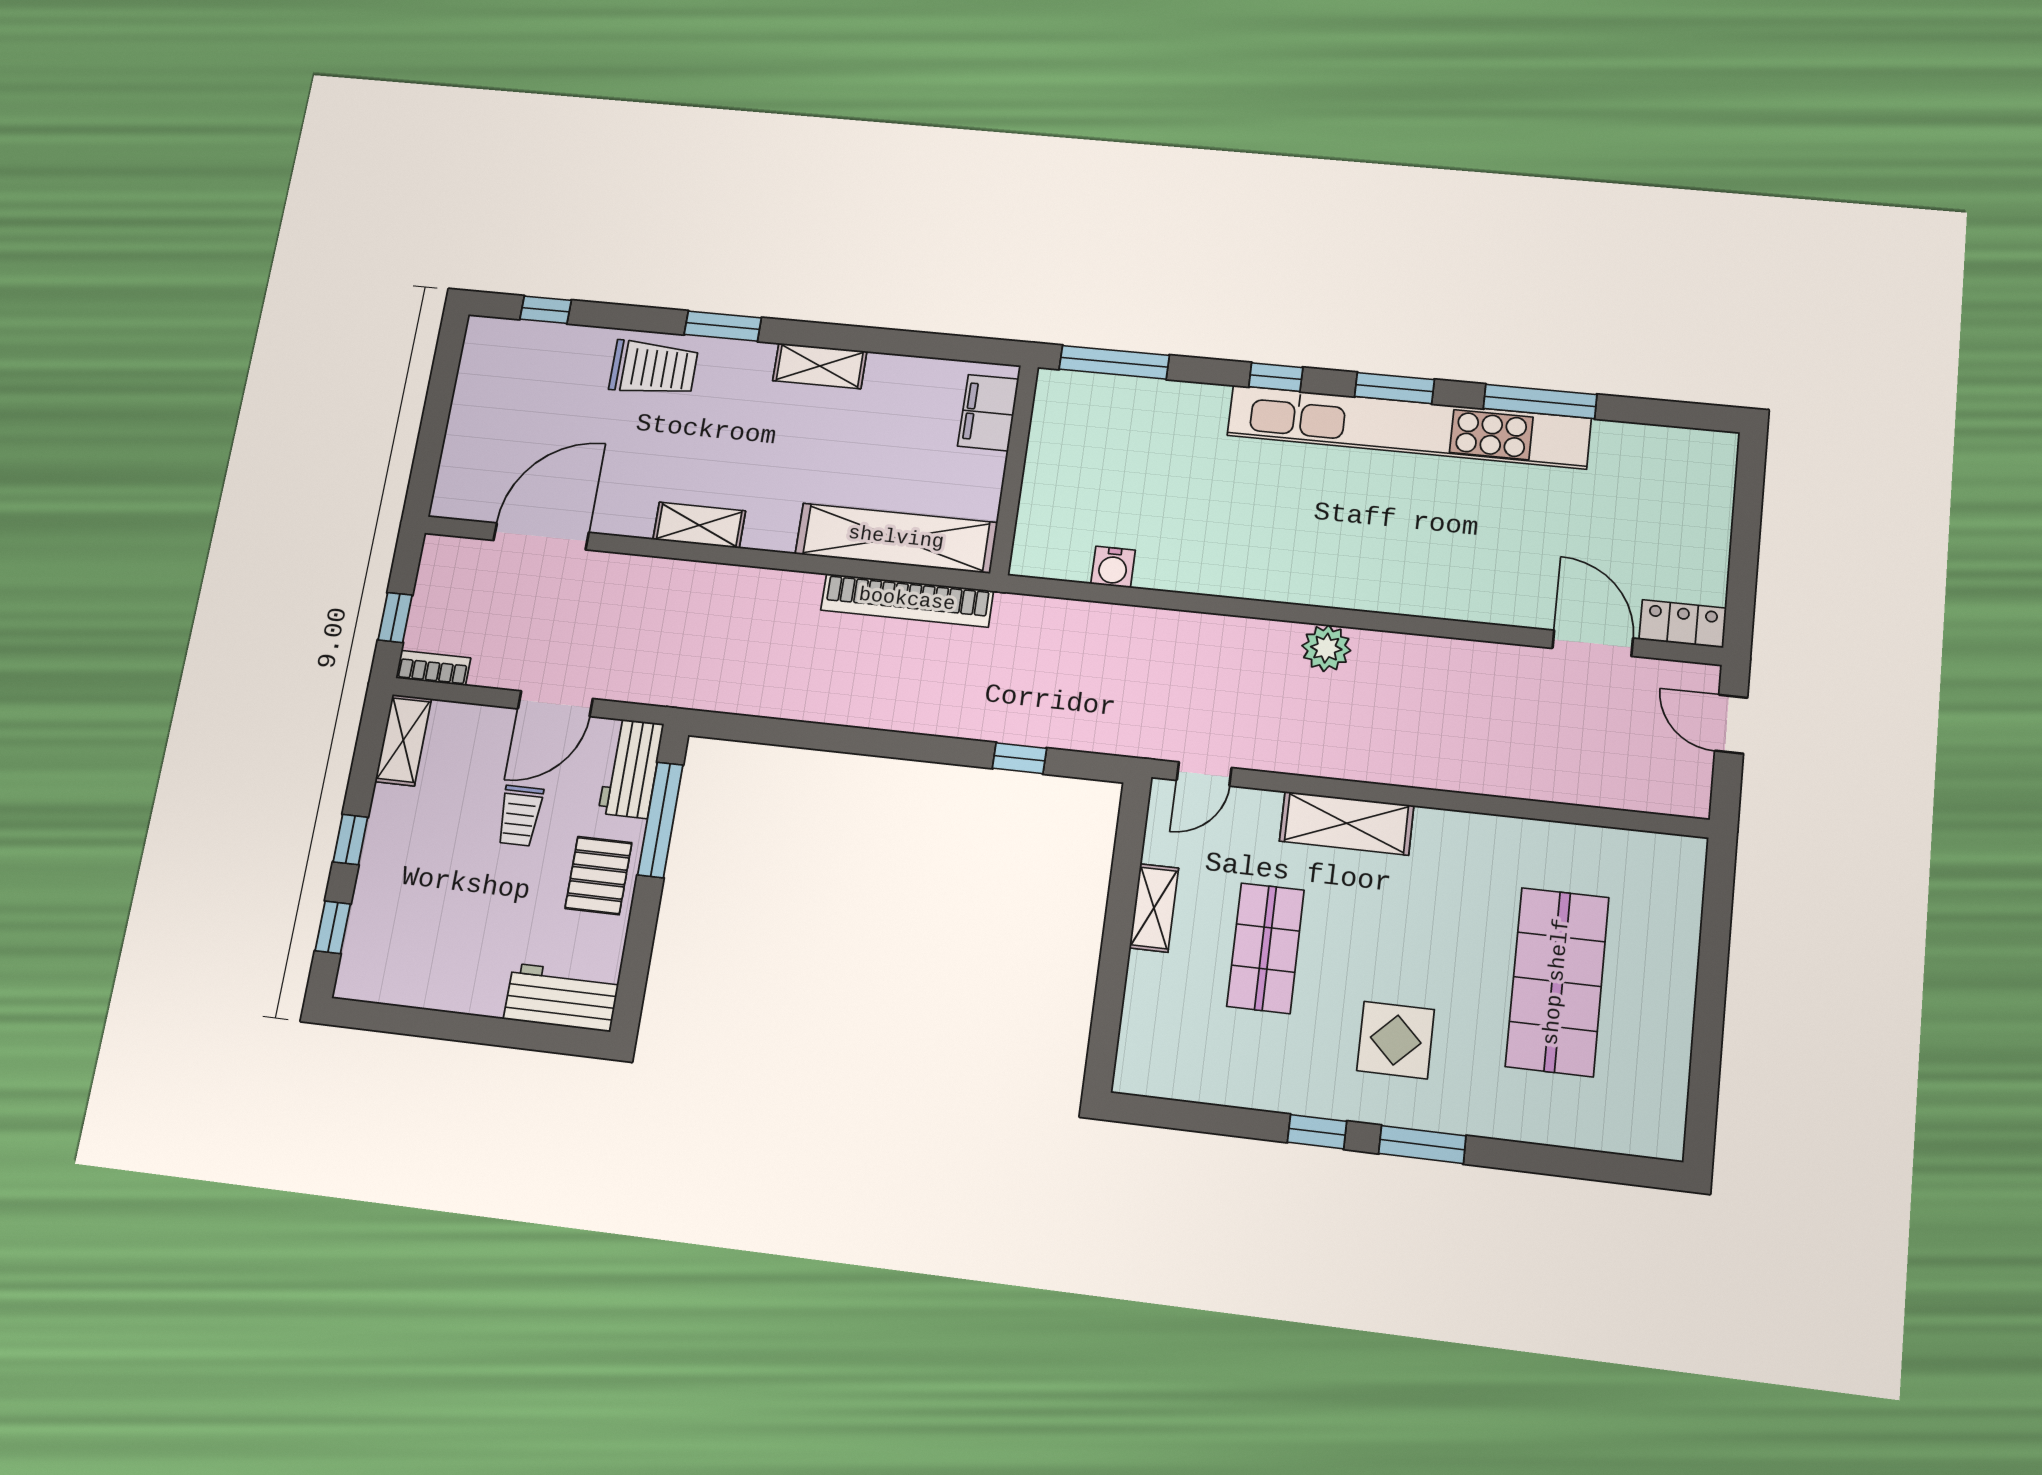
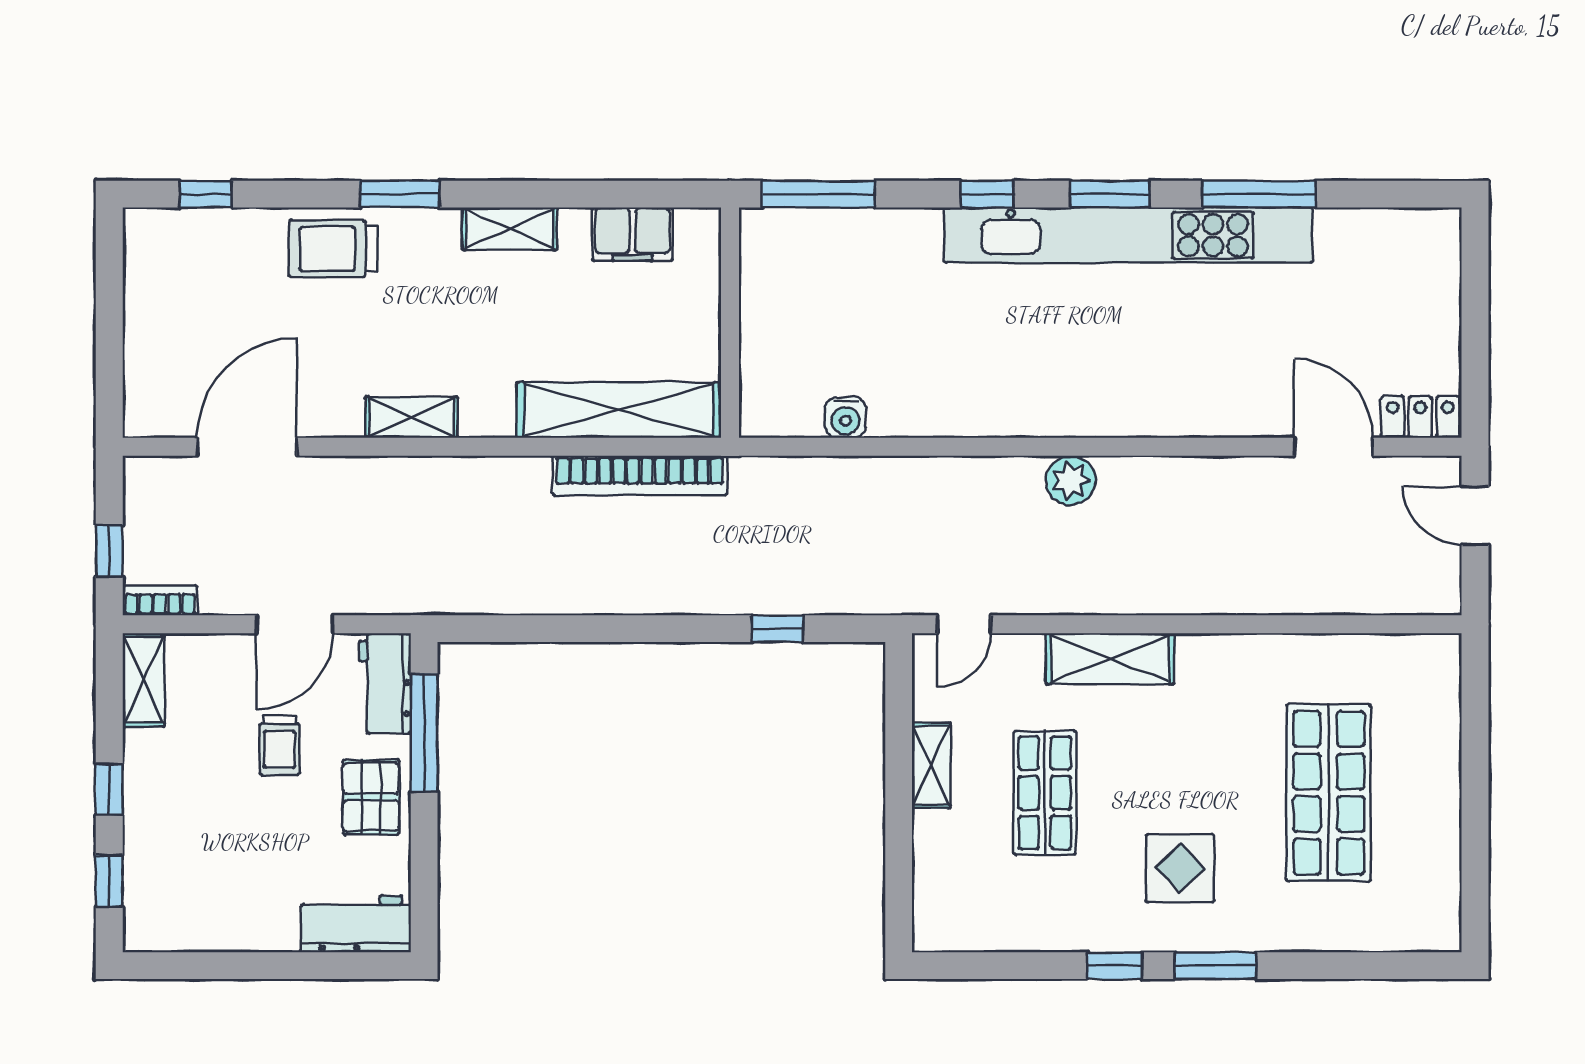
trolley: (654, 368) -> (333, 249), turned 180
filing cabinet: (988, 413) -> (632, 234), moved, turned -90

